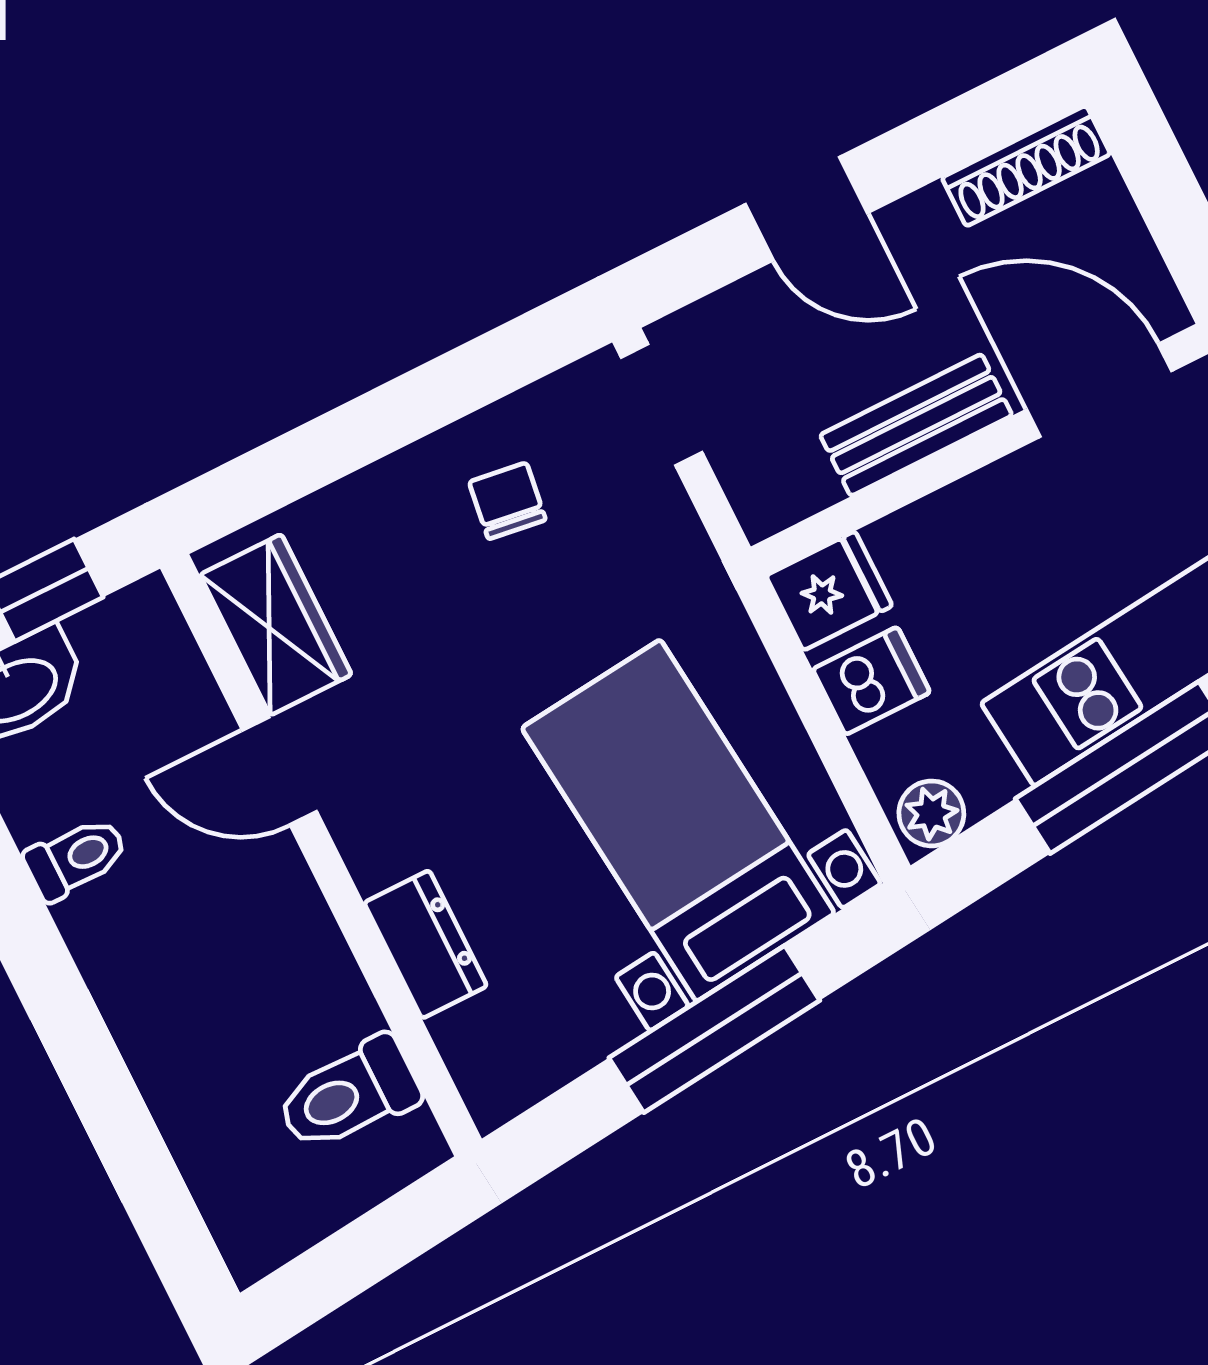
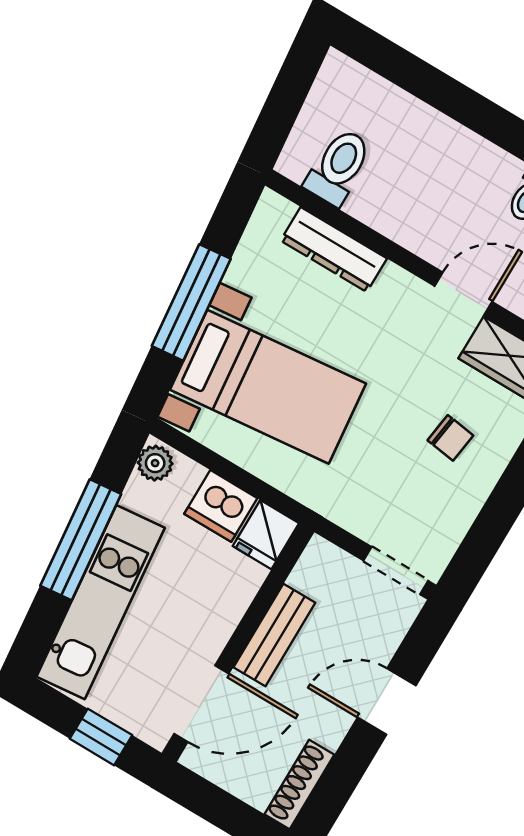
chair: (507, 501) -> (450, 438), moved
dishwasher: (871, 681) -> (221, 506), width x1.38
dresser: (426, 944) -> (334, 250), width x1.44

